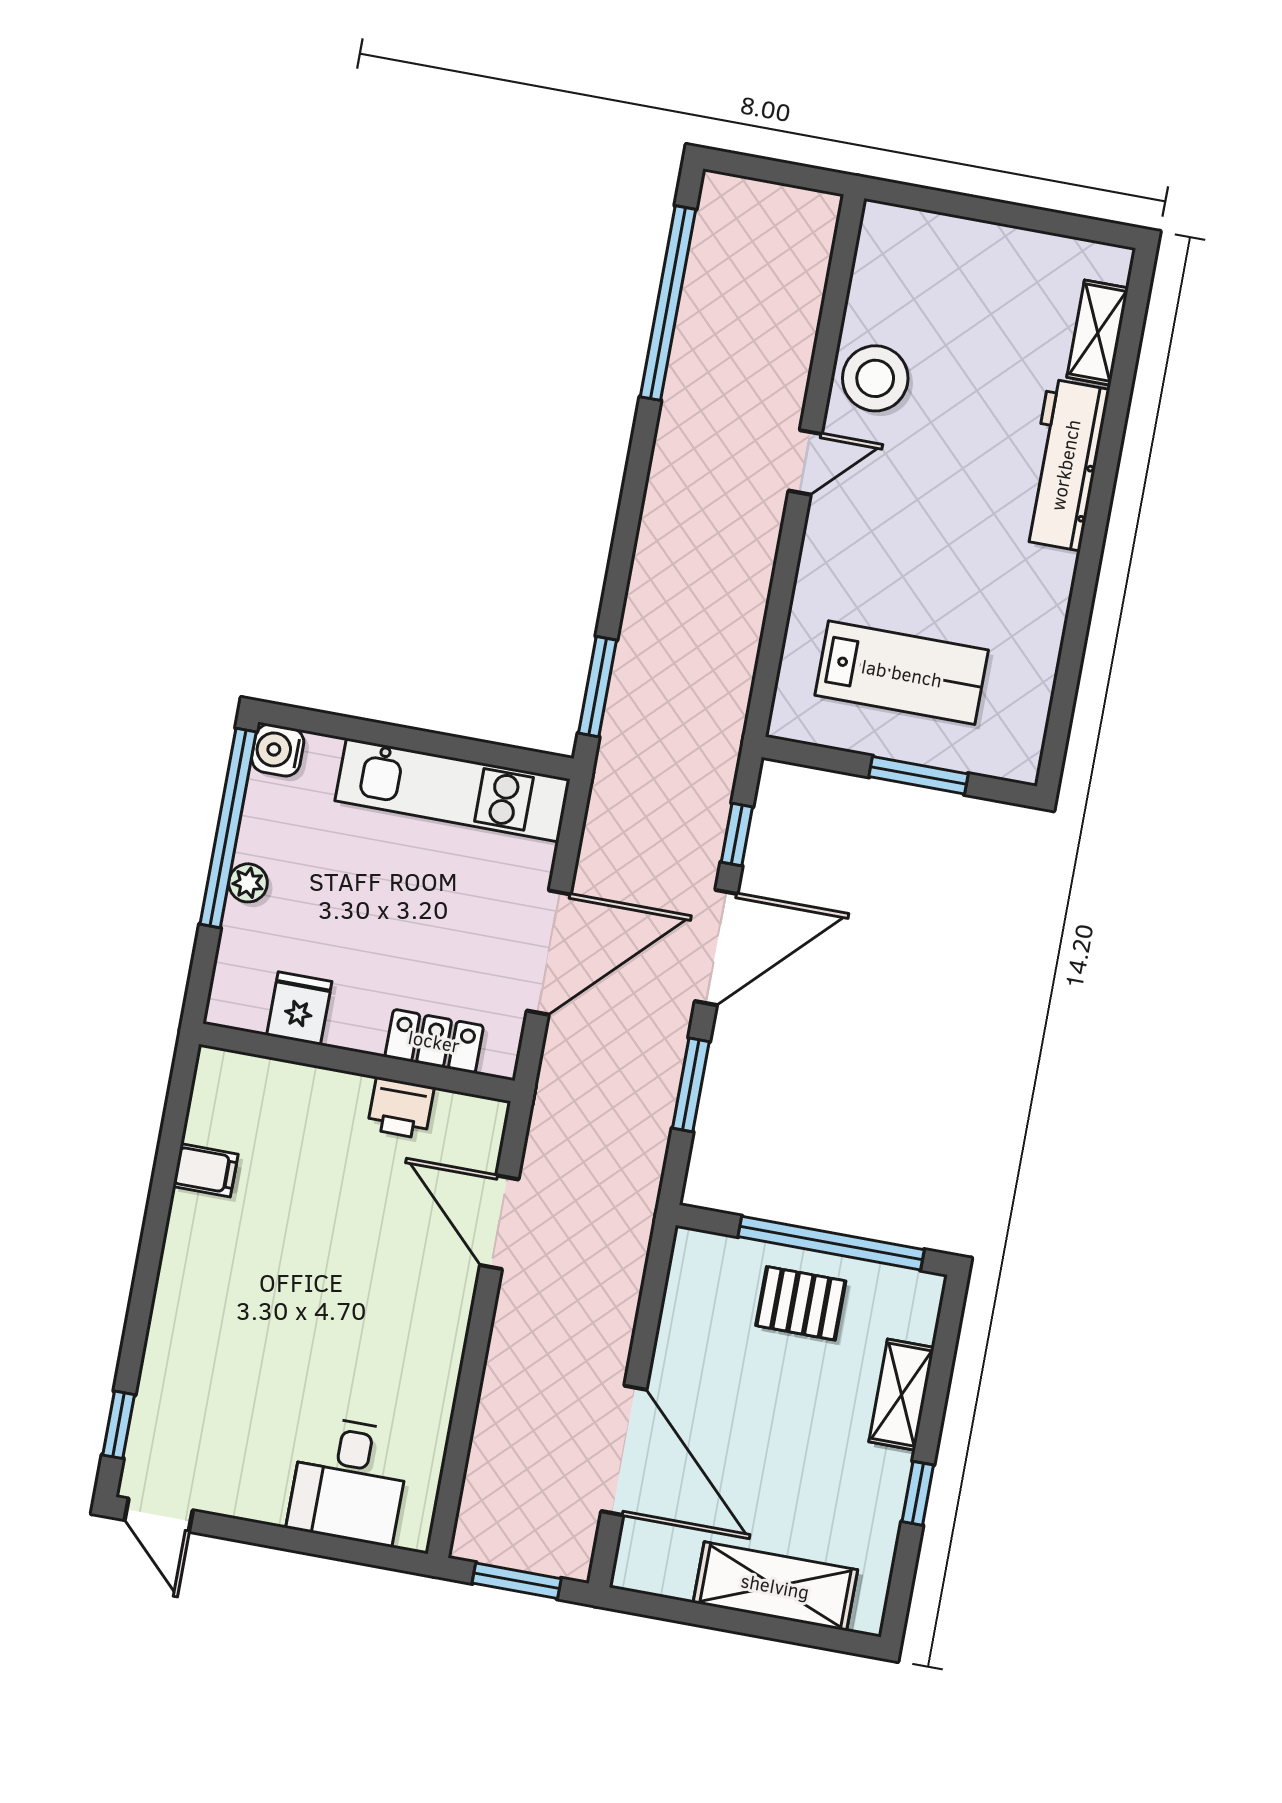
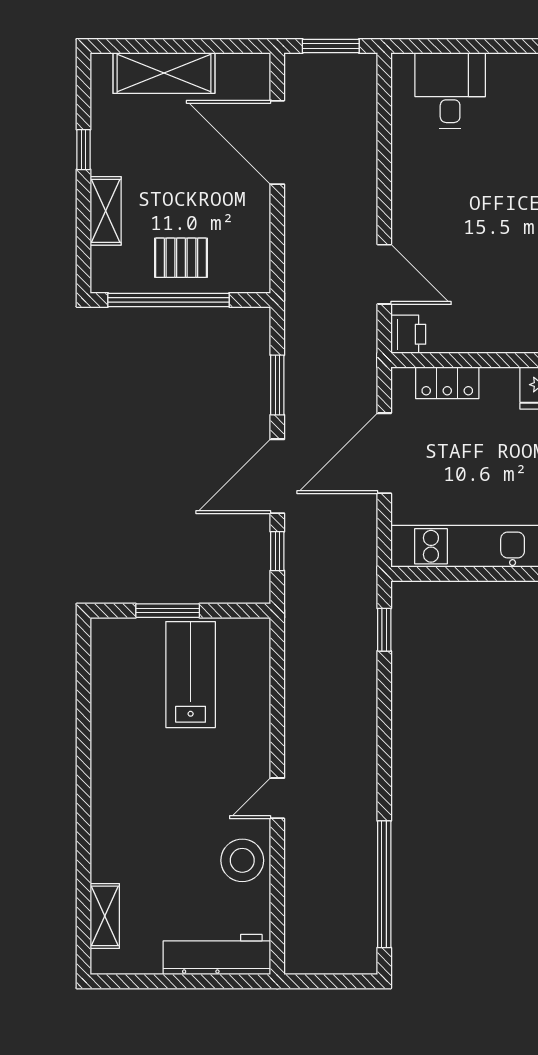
workbench: (1065, 465) -> (217, 955), moved, turned -90
lab bench: (902, 673) -> (191, 675), turned 90
window: (597, 687) -> (384, 630), width x0.67
printer: (401, 1108) -> (408, 334), moved, turned 90

